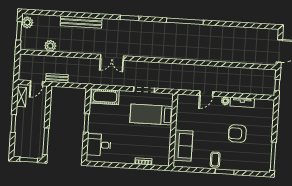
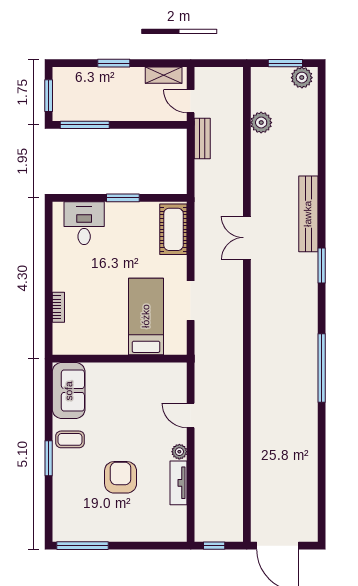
bench: (81, 22) -> (308, 214), moved
sofa: (183, 146) -> (69, 391), moved, turned -90

